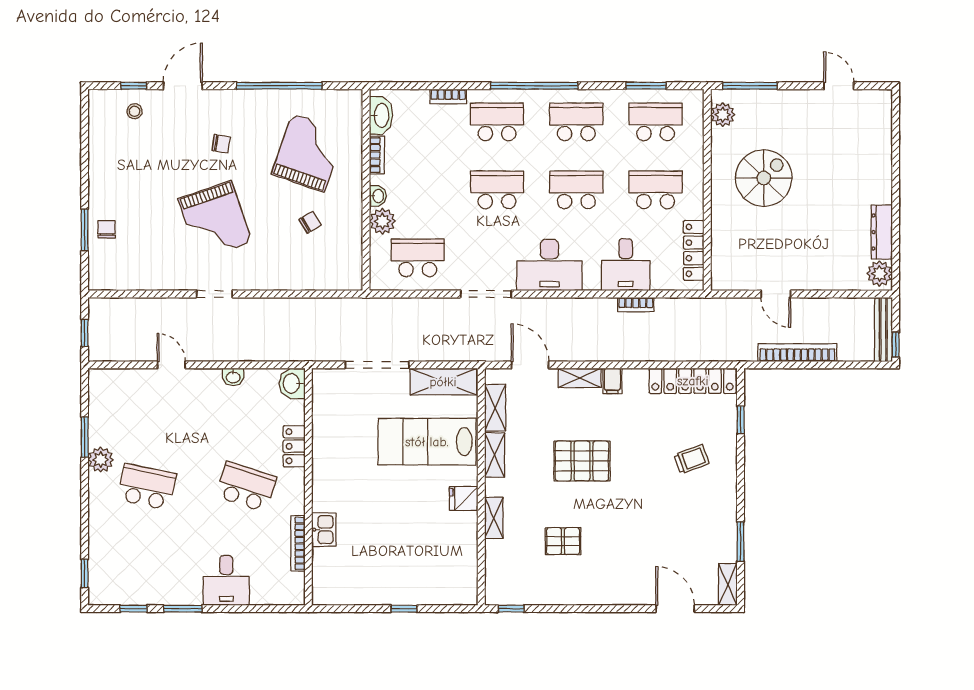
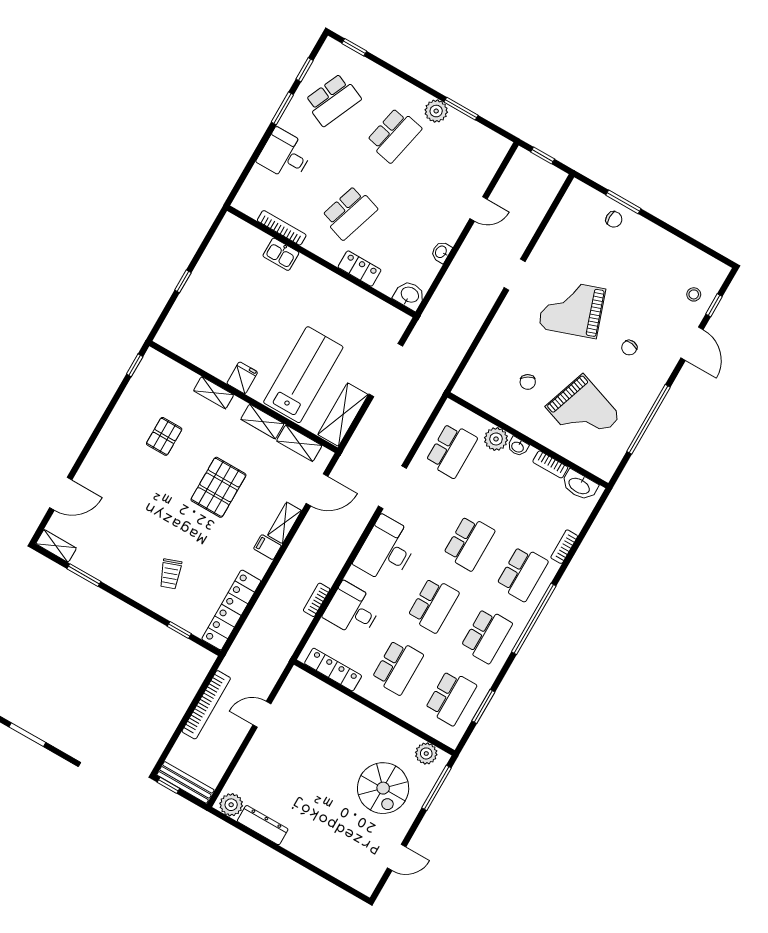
spiral stairs: (764, 178) -> (383, 788), moved
school desk: (147, 565) -> (333, 100), added

